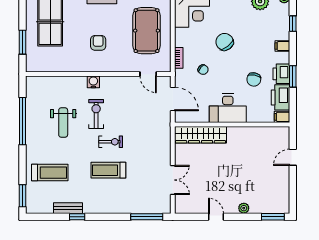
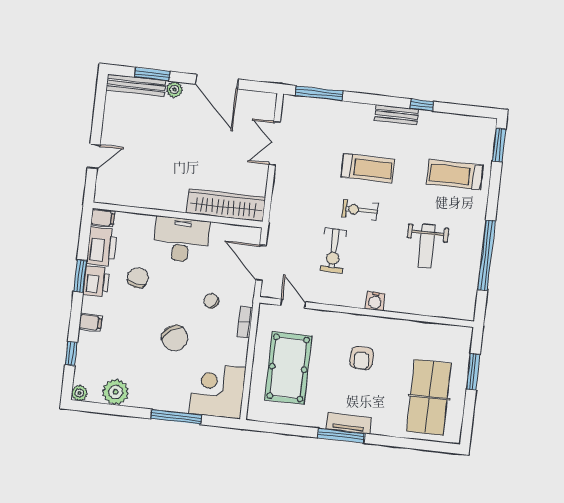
exercise bike: (96, 114) -> (333, 250), moved
weight bench: (63, 123) -> (427, 246), turned 180
bench: (68, 208) -> (397, 115), moved
bench: (270, 208) -> (136, 85), added
door: (216, 217) -> (217, 82), width x1.87
window: (273, 217) -> (152, 74), moved

